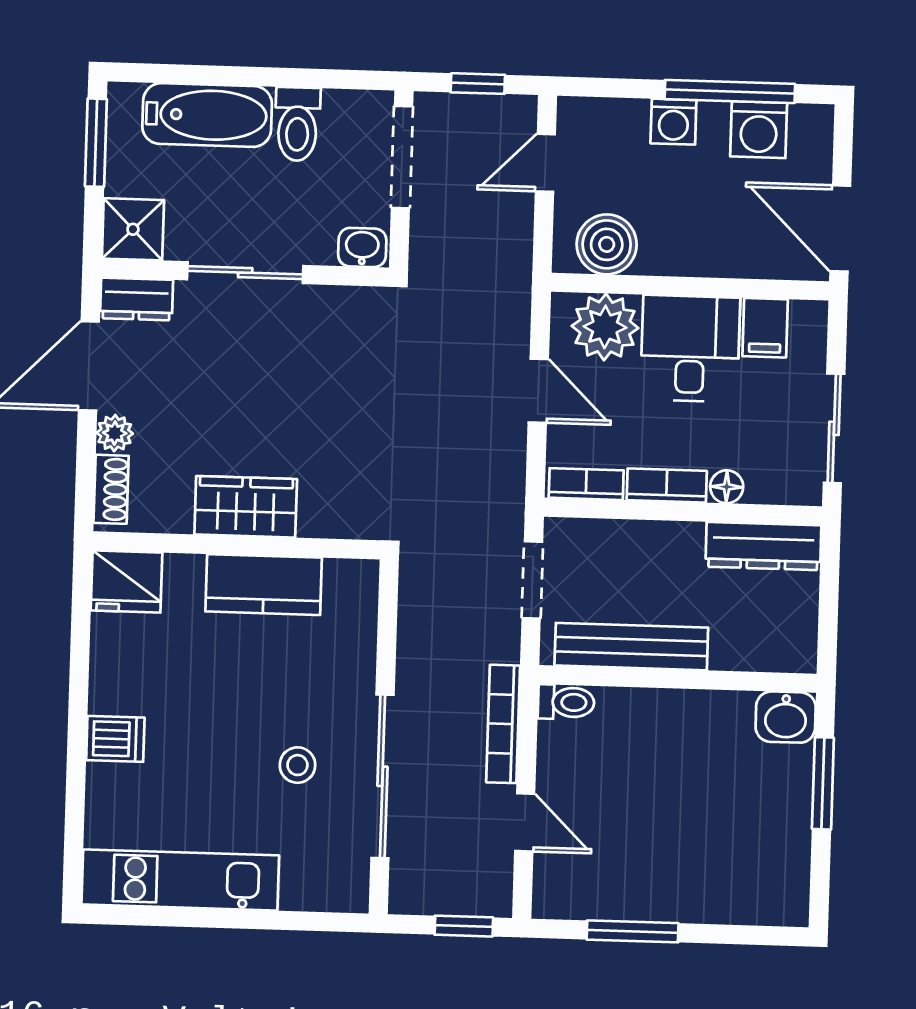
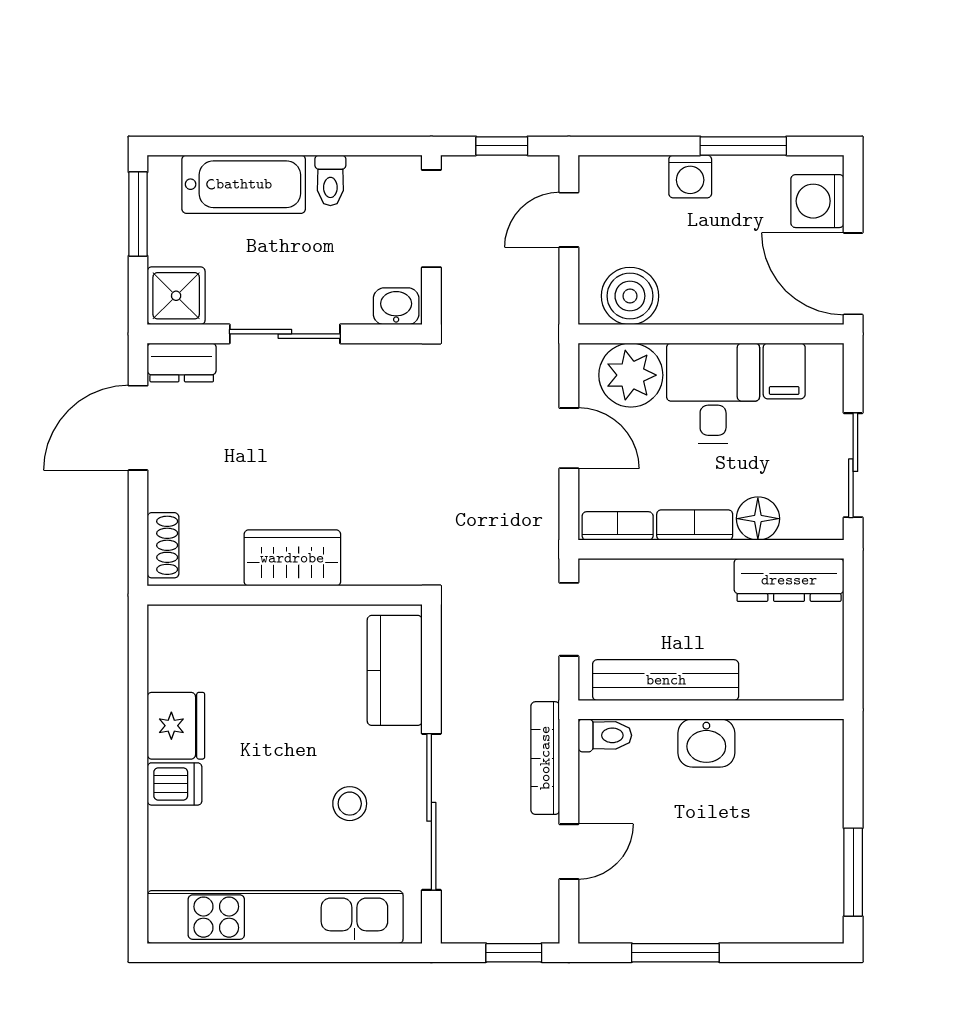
window: (730, 91) -> (743, 146), width x0.69
toilet: (297, 124) -> (330, 180), width x0.73, depth x0.72
washing machine: (759, 130) -> (817, 201), moved, turned 90
plant: (115, 433) -> (165, 491), removed
floor lamp: (727, 487) -> (758, 519), width x1.37, depth x1.37
fridge: (127, 582) -> (176, 726), moved, turned -90
kitchen counter: (264, 585) -> (395, 670), moved, turned 90
washbasin: (786, 717) -> (706, 743), moved
window: (823, 783) -> (853, 872), moved
door: (525, 822) -> (569, 852), hinge flipped
kitchen unit: (180, 880) -> (275, 917), width x1.36

